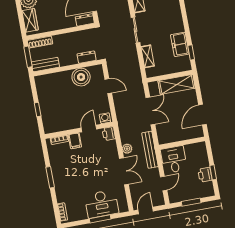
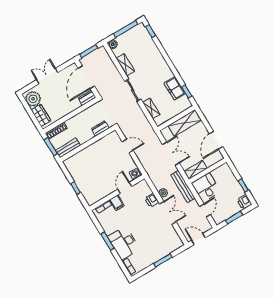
boiler: (81, 77) -> (102, 147), removed
printer: (109, 134) -> (152, 200), moved
shelving: (170, 137) -> (196, 170), added
printer: (205, 175) -> (244, 202), moved
desk: (102, 204) -> (124, 243), moved, turned 90
door: (146, 211) -> (198, 239), hinge flipped

